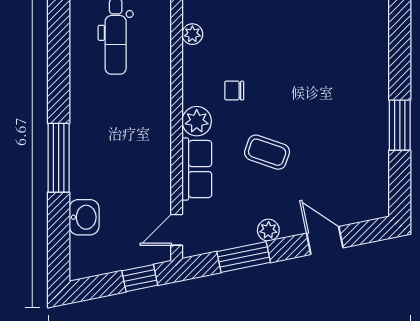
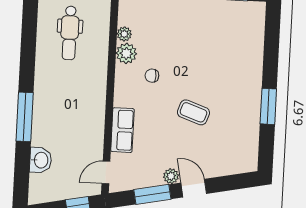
plant: (197, 121) -> (126, 53), moved
coffee table: (267, 152) -> (193, 112), moved
door: (325, 240) -> (194, 188), moved

